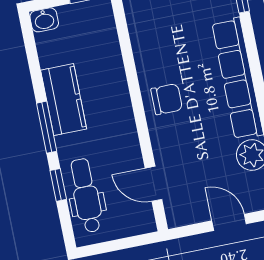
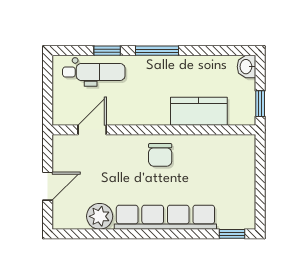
kitchen counter: (64, 100) -> (199, 111), moved, turned 180

